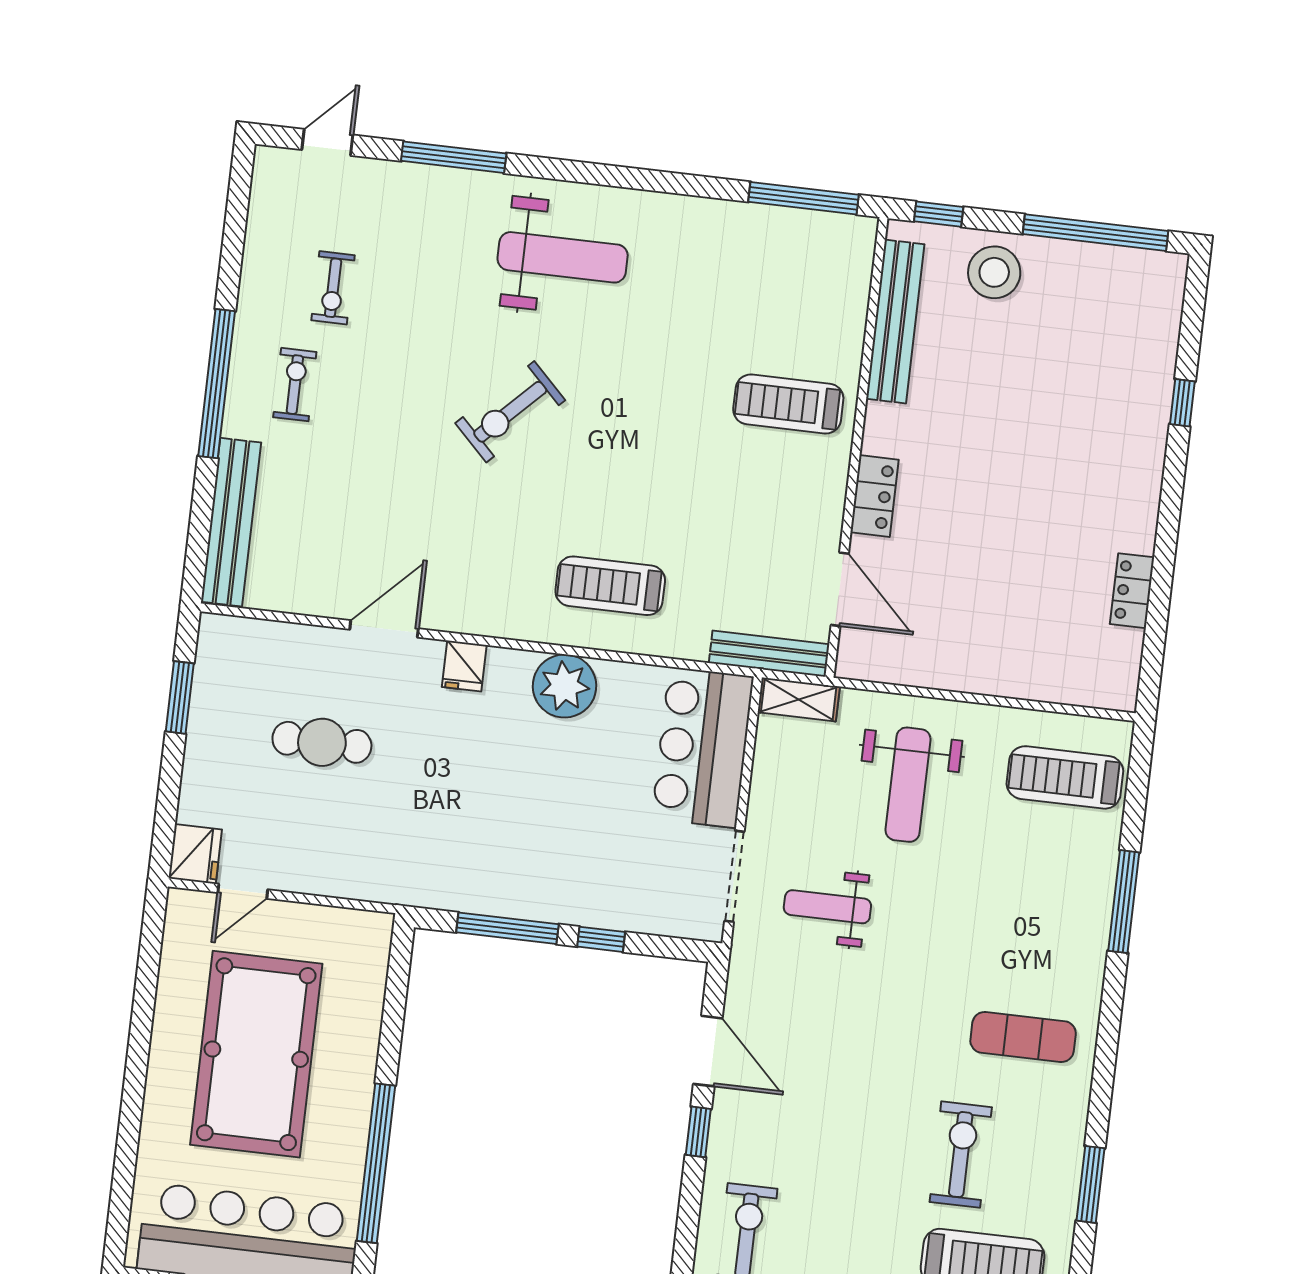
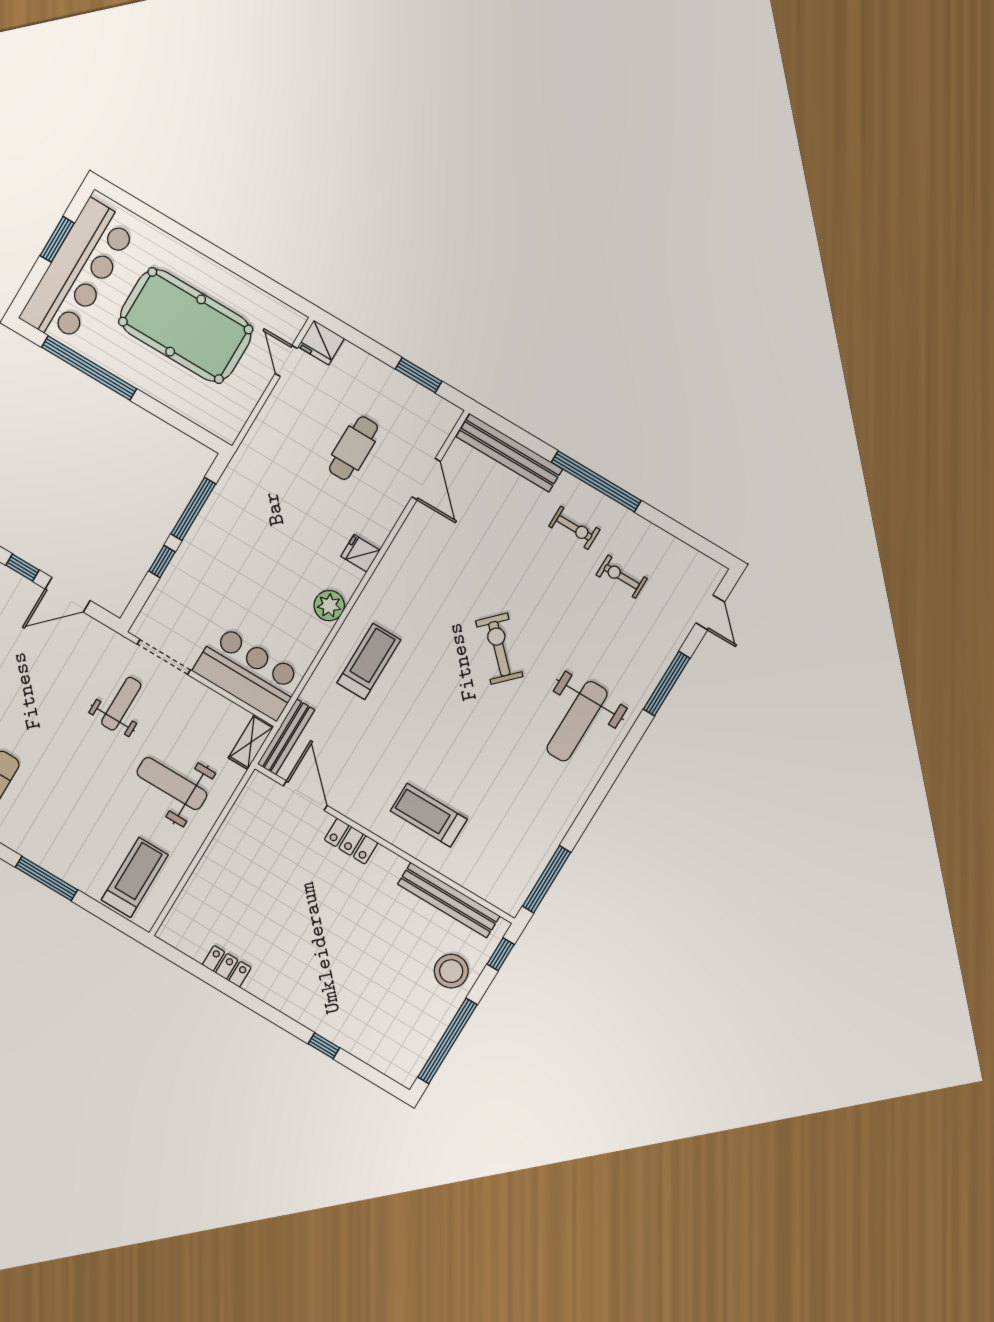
treadmill: (788, 404) -> (429, 815), turned -90
door: (840, 589) -> (305, 796), swing flipped
door: (384, 629) -> (426, 479), moved
plant: (565, 686) -> (329, 606), width x0.73, depth x0.73

